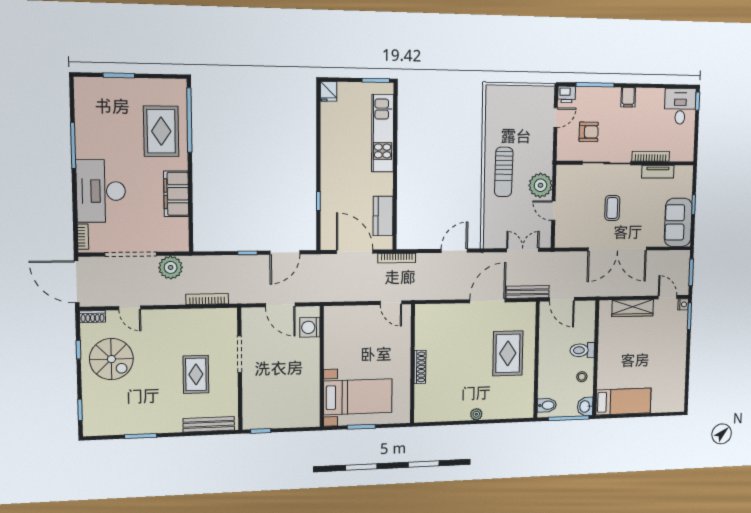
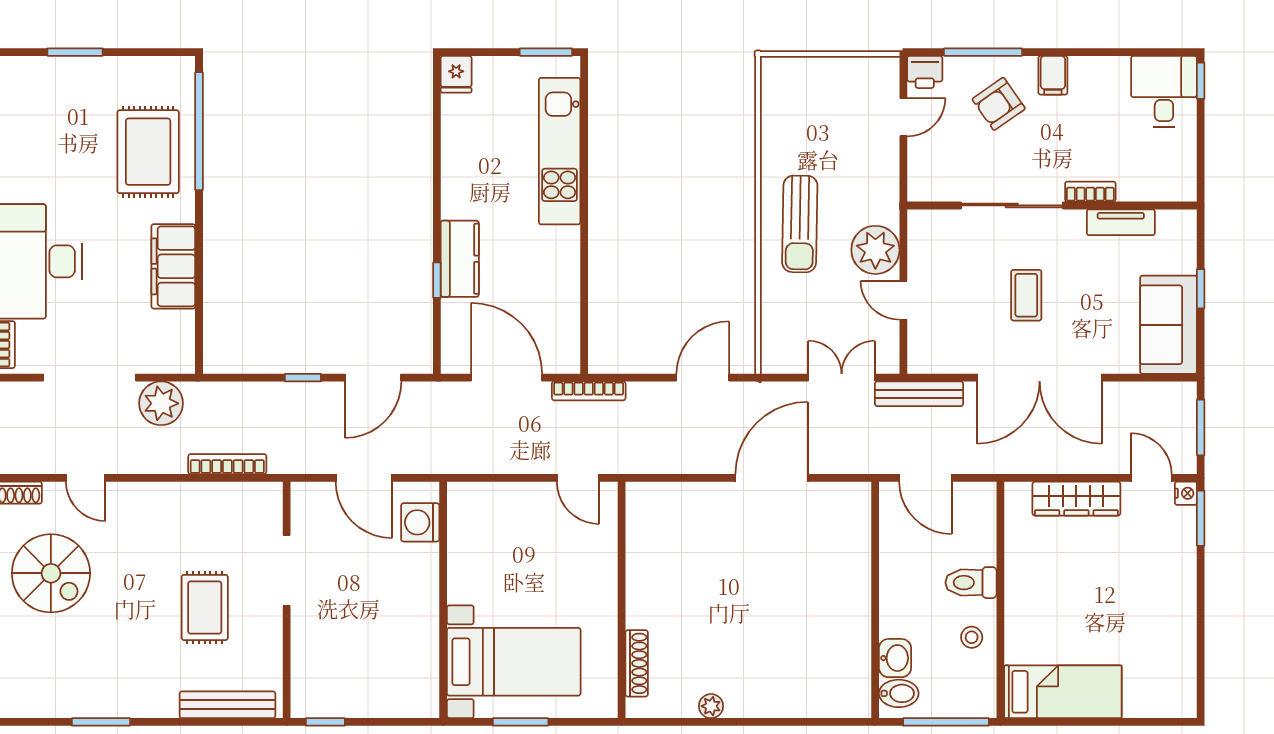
armchair: (589, 132) -> (999, 104), moved, turned 145
bookcase: (651, 156) -> (1090, 192), width x0.64
kitchen counter: (383, 216) -> (460, 259), moved, turned 180
bench: (528, 292) -> (919, 394), moved
rug: (508, 353) -> (815, 585), removed
shoe rack: (420, 367) -> (637, 663), moved
washbasin: (585, 406) -> (895, 658), moved, turned 180
plant: (476, 414) -> (711, 706), moved

